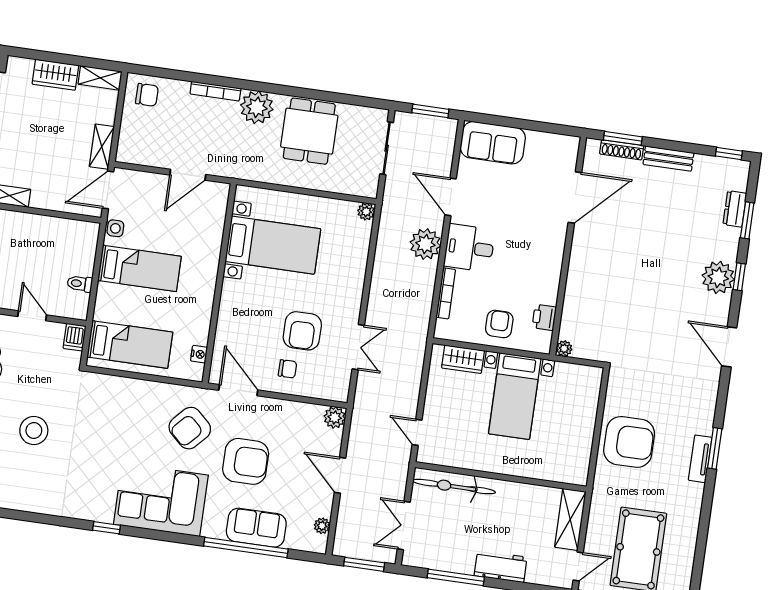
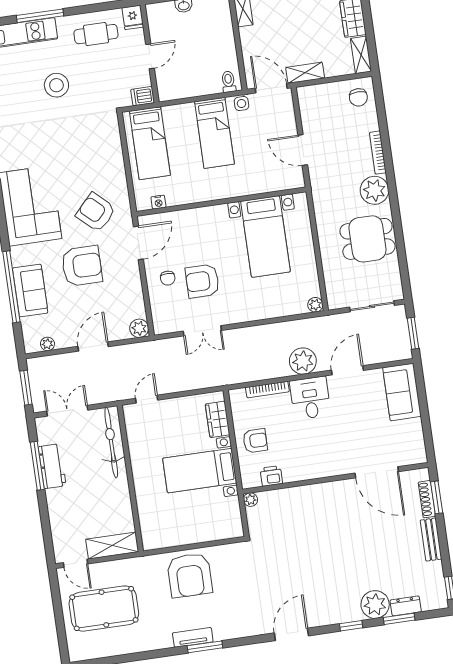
plant: (718, 277) -> (375, 605), moved
toilet: (80, 284) -> (228, 82), moved
armchair: (246, 461) -> (82, 266), turned -90
workbench: (501, 566) -> (52, 466), moved

